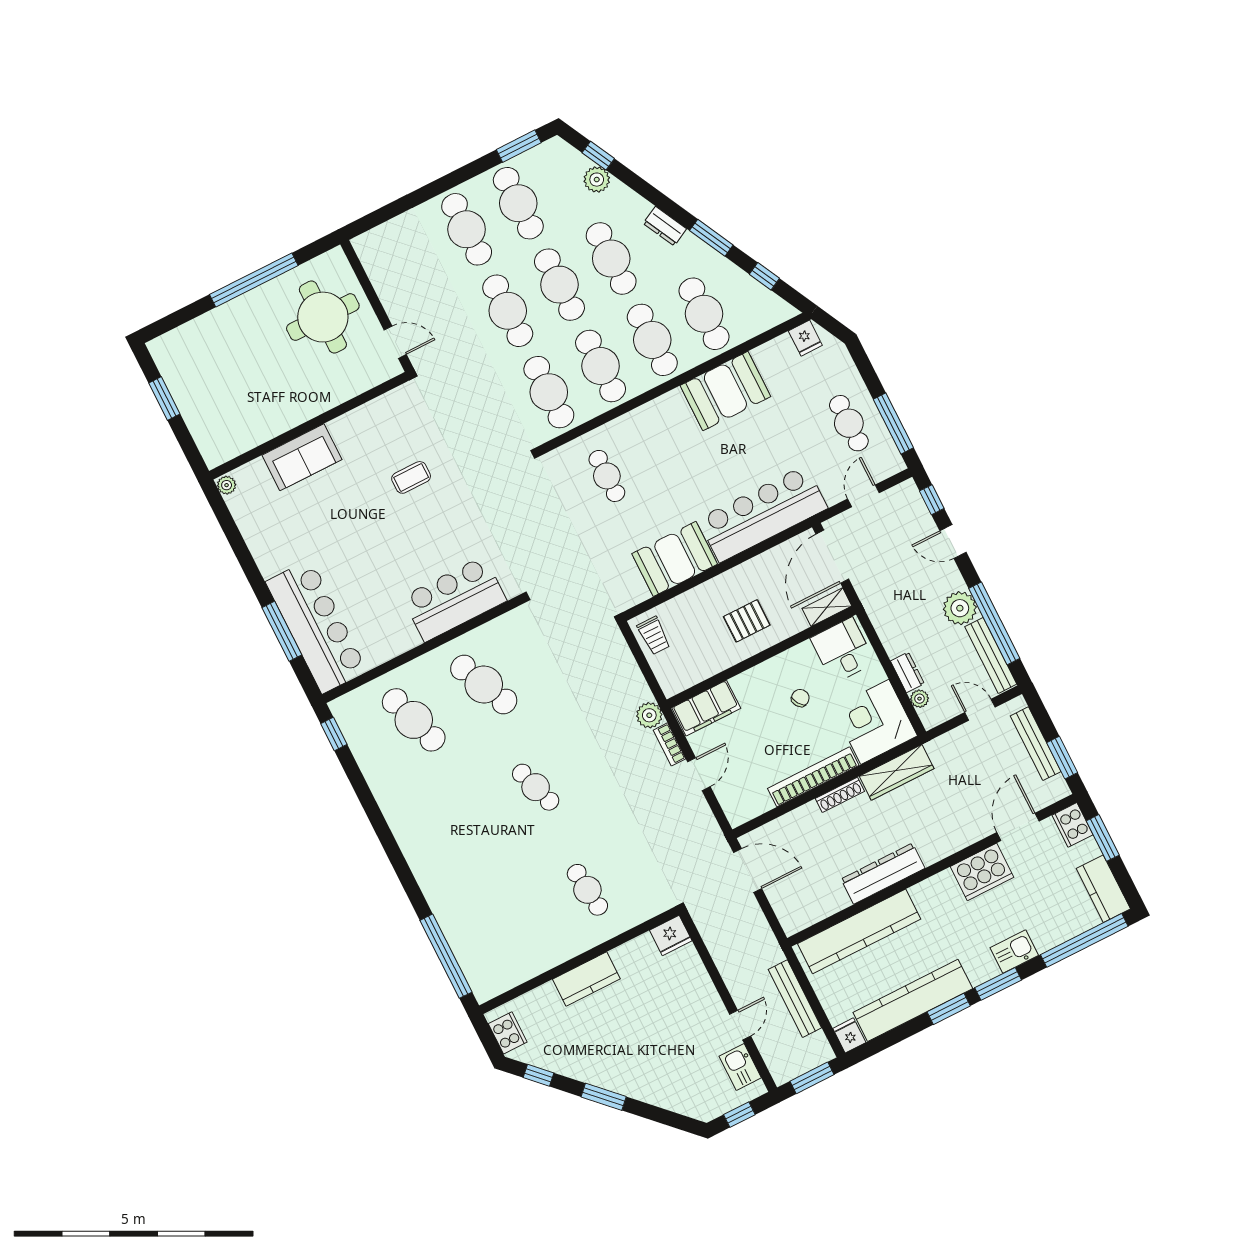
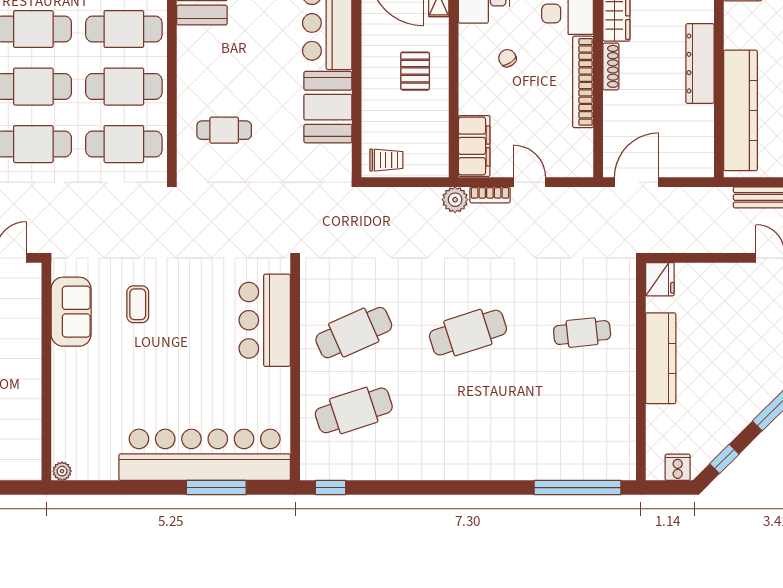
sofa: (302, 457) -> (71, 312), moved
bar counter: (316, 626) -> (205, 455), width x1.36
cafe table: (536, 787) -> (468, 333), width x1.37, depth x1.35
kitchen counter: (586, 979) -> (661, 358), width x1.50
cooker: (508, 1033) -> (678, 467), width x0.73

